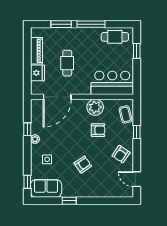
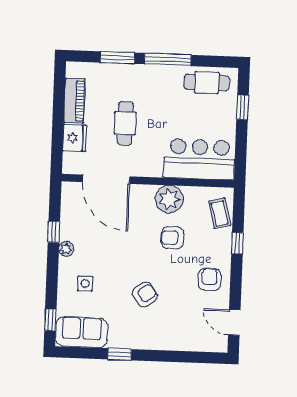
door: (57, 97) -> (106, 179), hinge flipped
armchair: (98, 130) -> (173, 238), turned 180
armchair: (121, 154) -> (210, 279), turned 146

